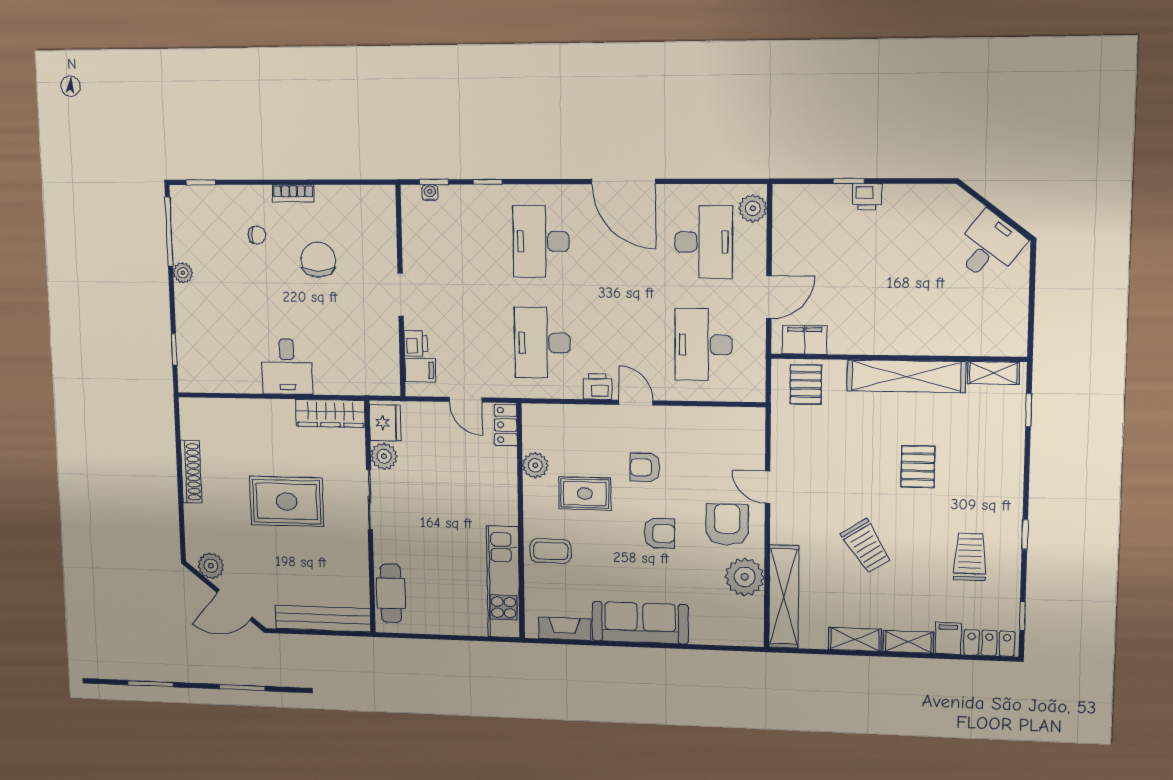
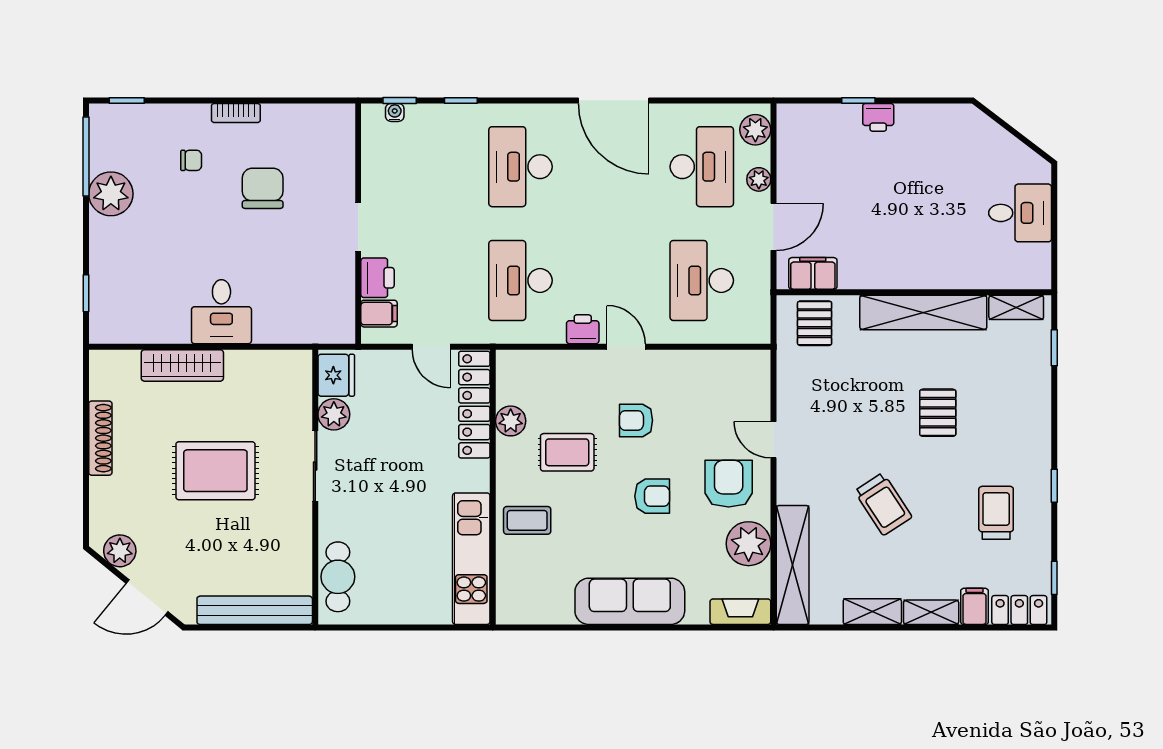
desk: (989, 246) -> (1020, 213), moved, turned 53
plant: (756, 254) -> (759, 179), added
plant: (183, 273) -> (111, 194), width x1.88, depth x1.88
printer: (416, 344) -> (378, 278), width x1.36, depth x1.24
wardrobe: (330, 413) -> (182, 365), moved
locker: (506, 425) -> (474, 405), width x2.16, depth x1.21
fireplace: (565, 629) -> (740, 612), moved

